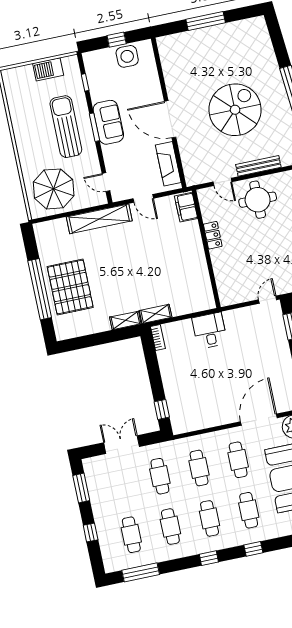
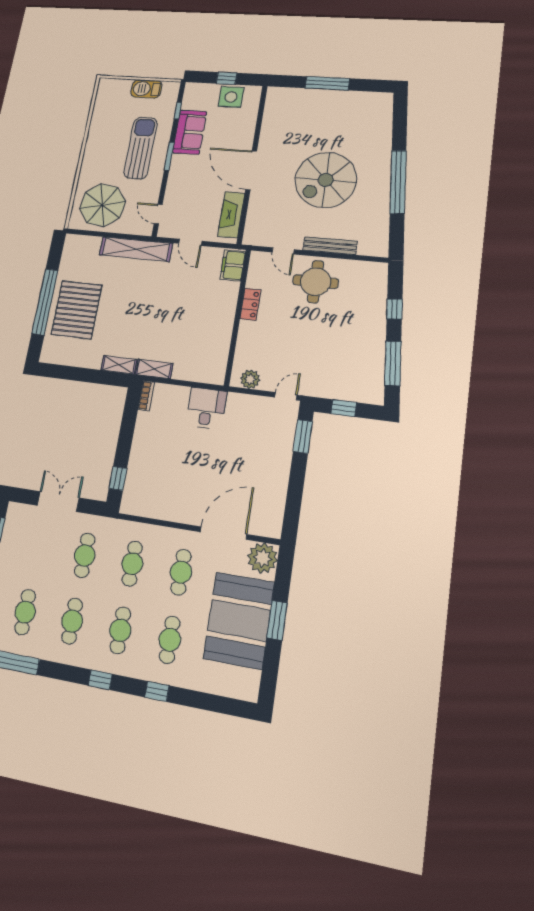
spiral stairs: (235, 110) -> (326, 180), turned 180
sofa: (108, 122) -> (190, 132), moved
plant: (235, 296) -> (250, 379), added

